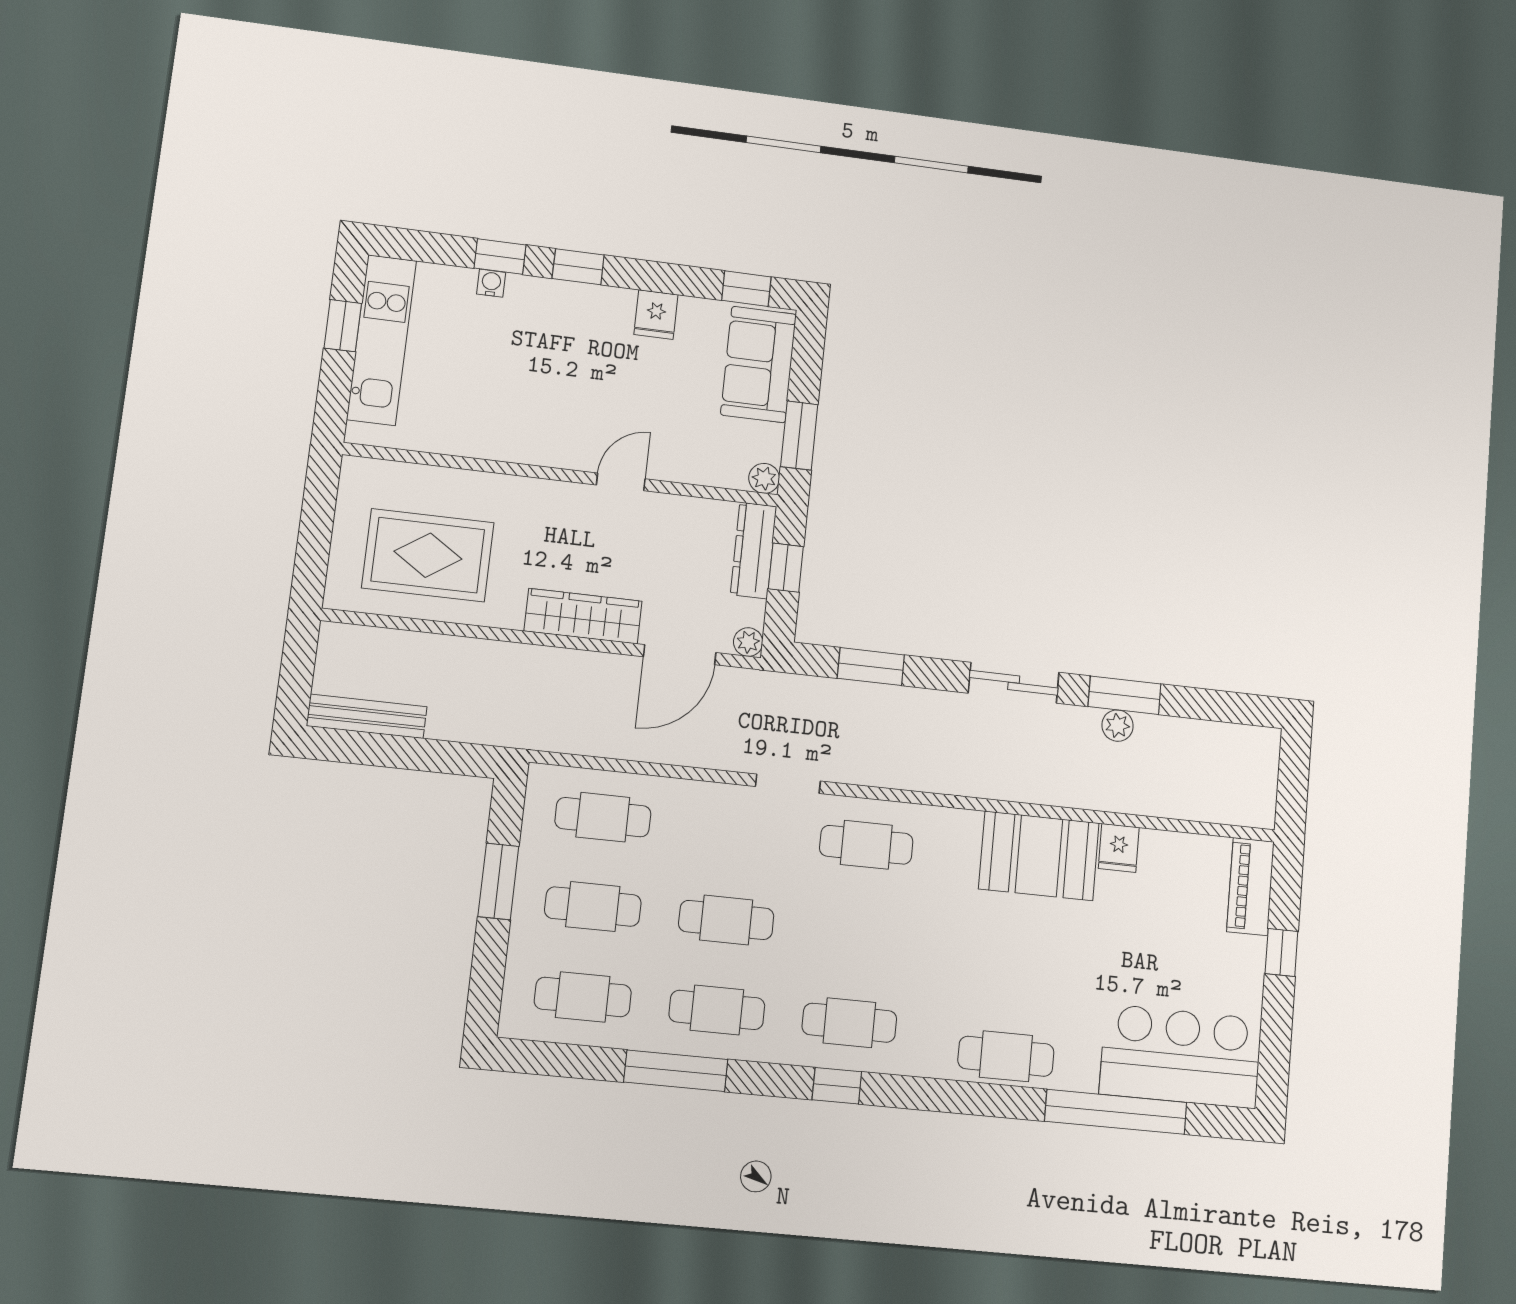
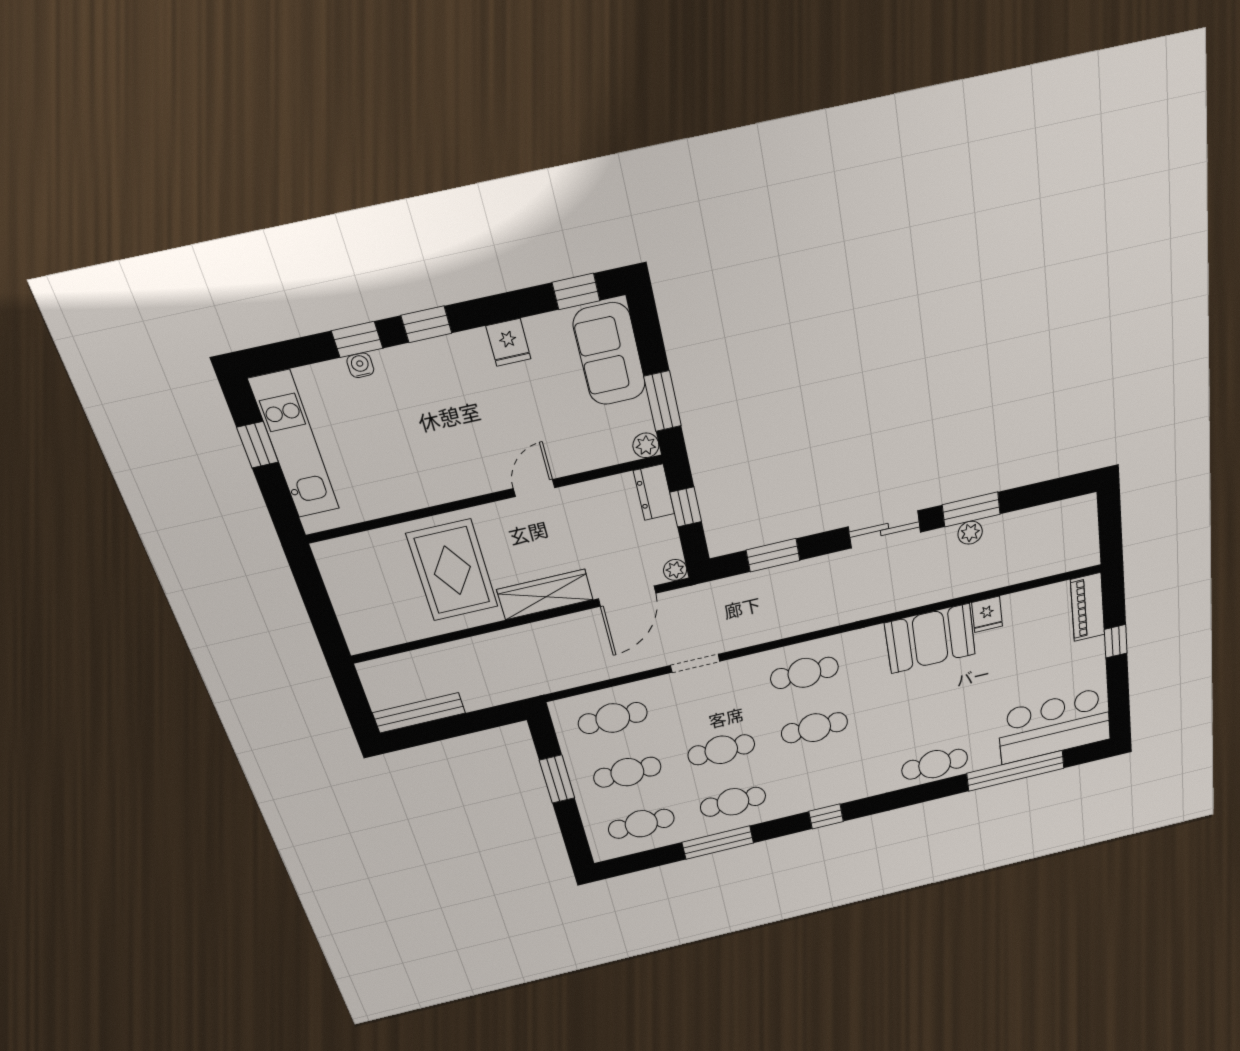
dresser: (754, 551) -> (654, 492), width x0.70
rug: (428, 555) -> (452, 570), moved, turned 90
doorway: (788, 784) -> (695, 663), moved
cafe table: (849, 1023) -> (814, 728), moved

